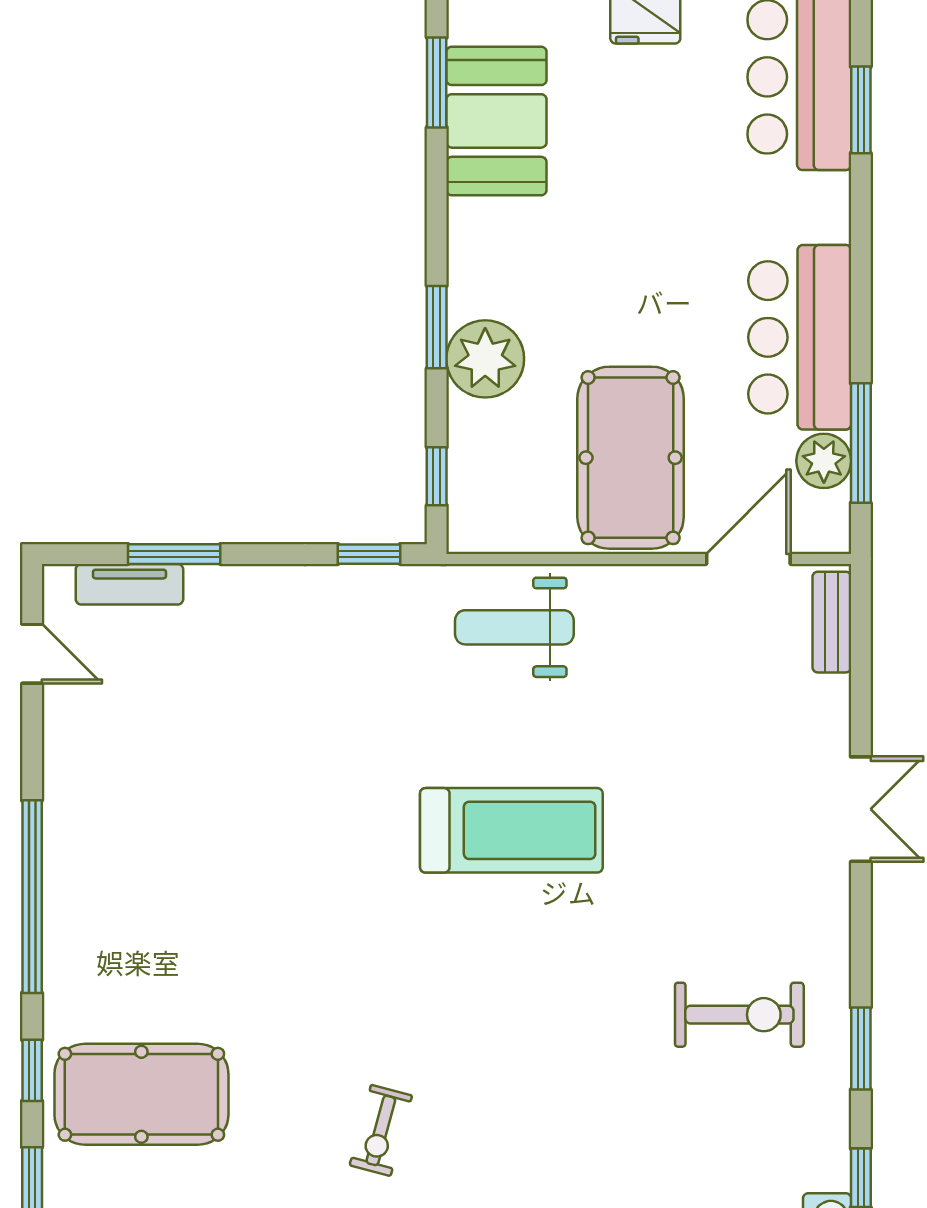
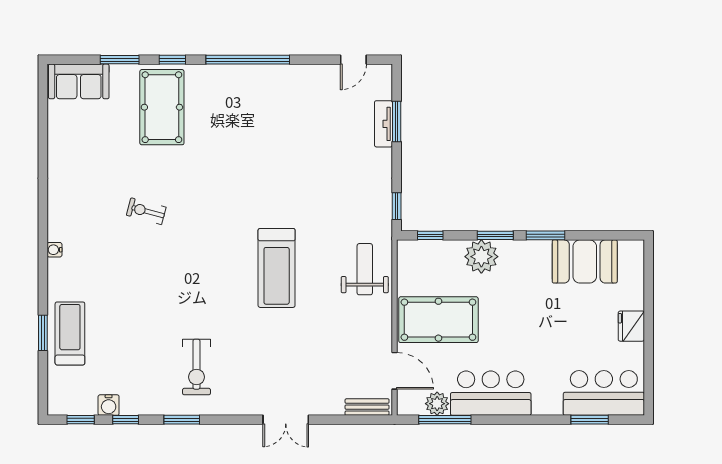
window: (437, 82) -> (545, 235), moved
tv unit: (129, 584) -> (383, 124), moved

